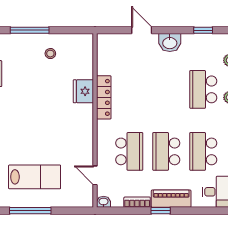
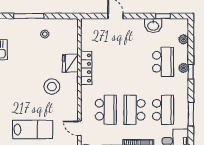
washbasin: (170, 43) -> (153, 26), moved
school desk: (203, 89) -> (163, 62), turned 180
stool: (59, 121) -> (52, 87), added
school desk: (203, 151) -> (163, 110), turned 180

